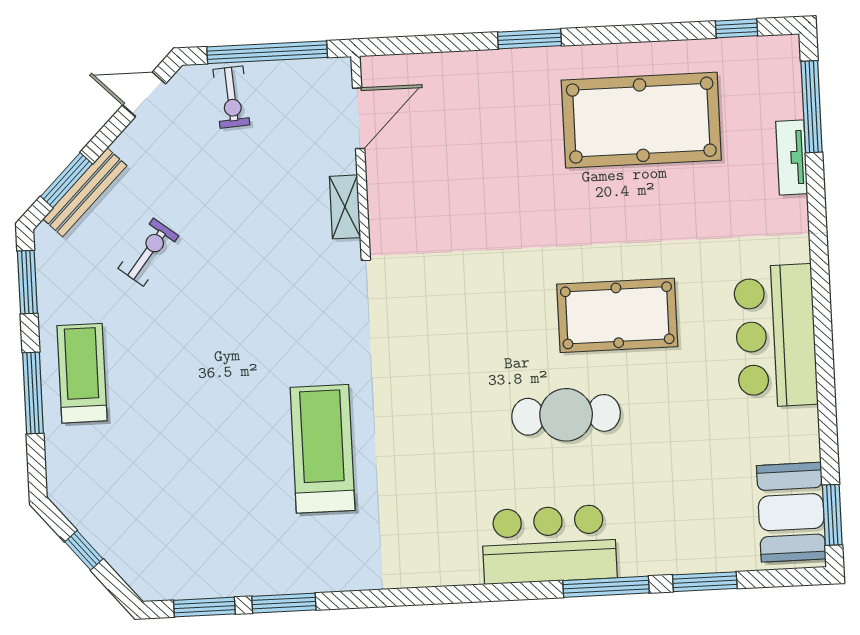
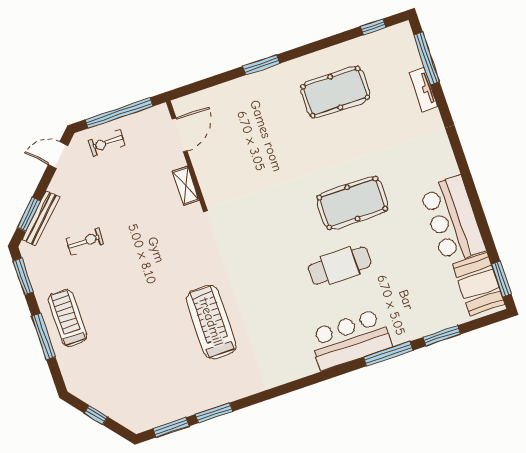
exercise bike: (231, 97) -> (107, 143), turned 94
pool table: (641, 120) -> (335, 92), width x0.73, depth x0.76
exercise bike: (148, 252) -> (85, 241), turned 52
bar counter: (776, 336) -> (453, 220), moved

